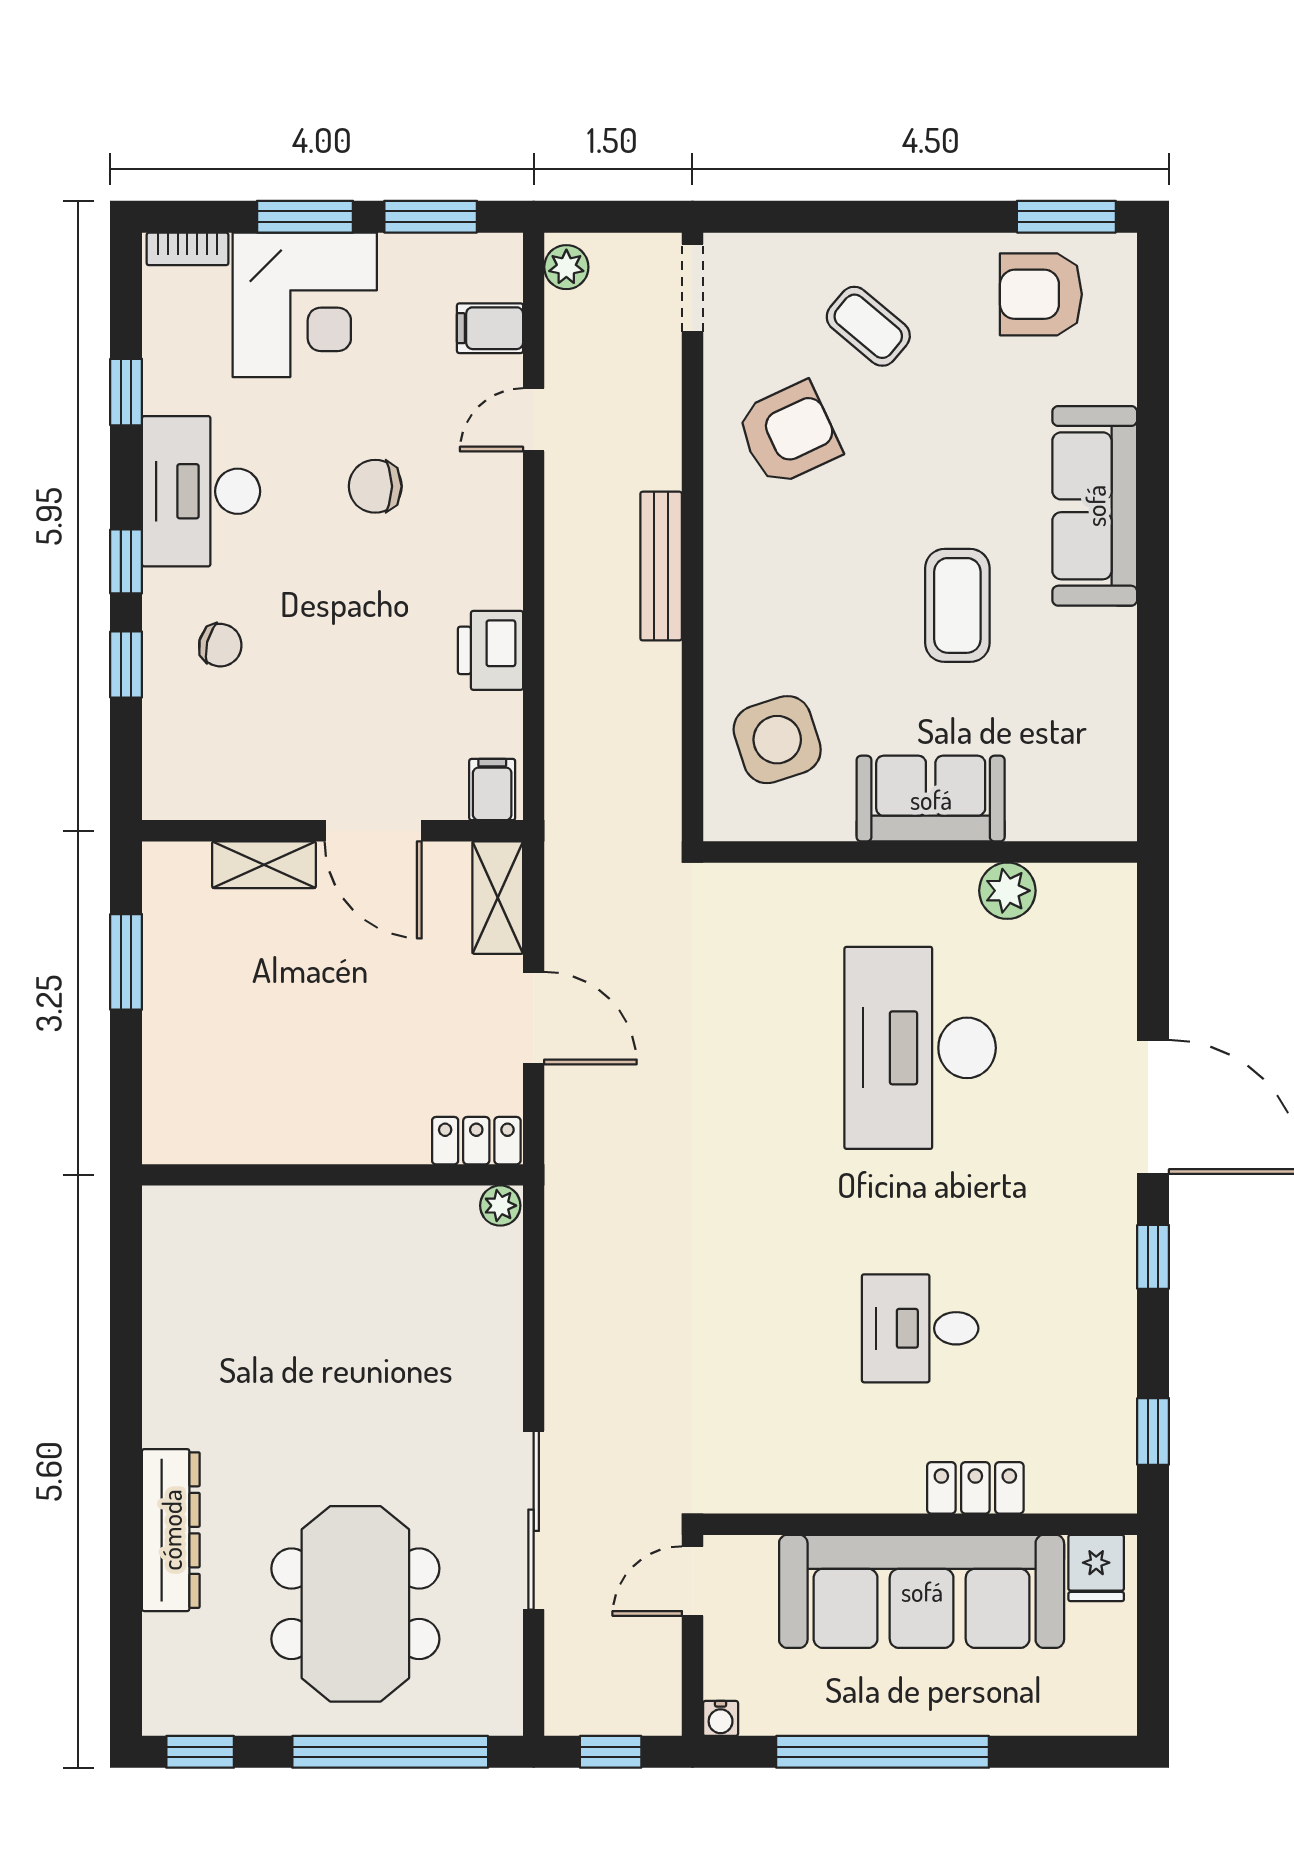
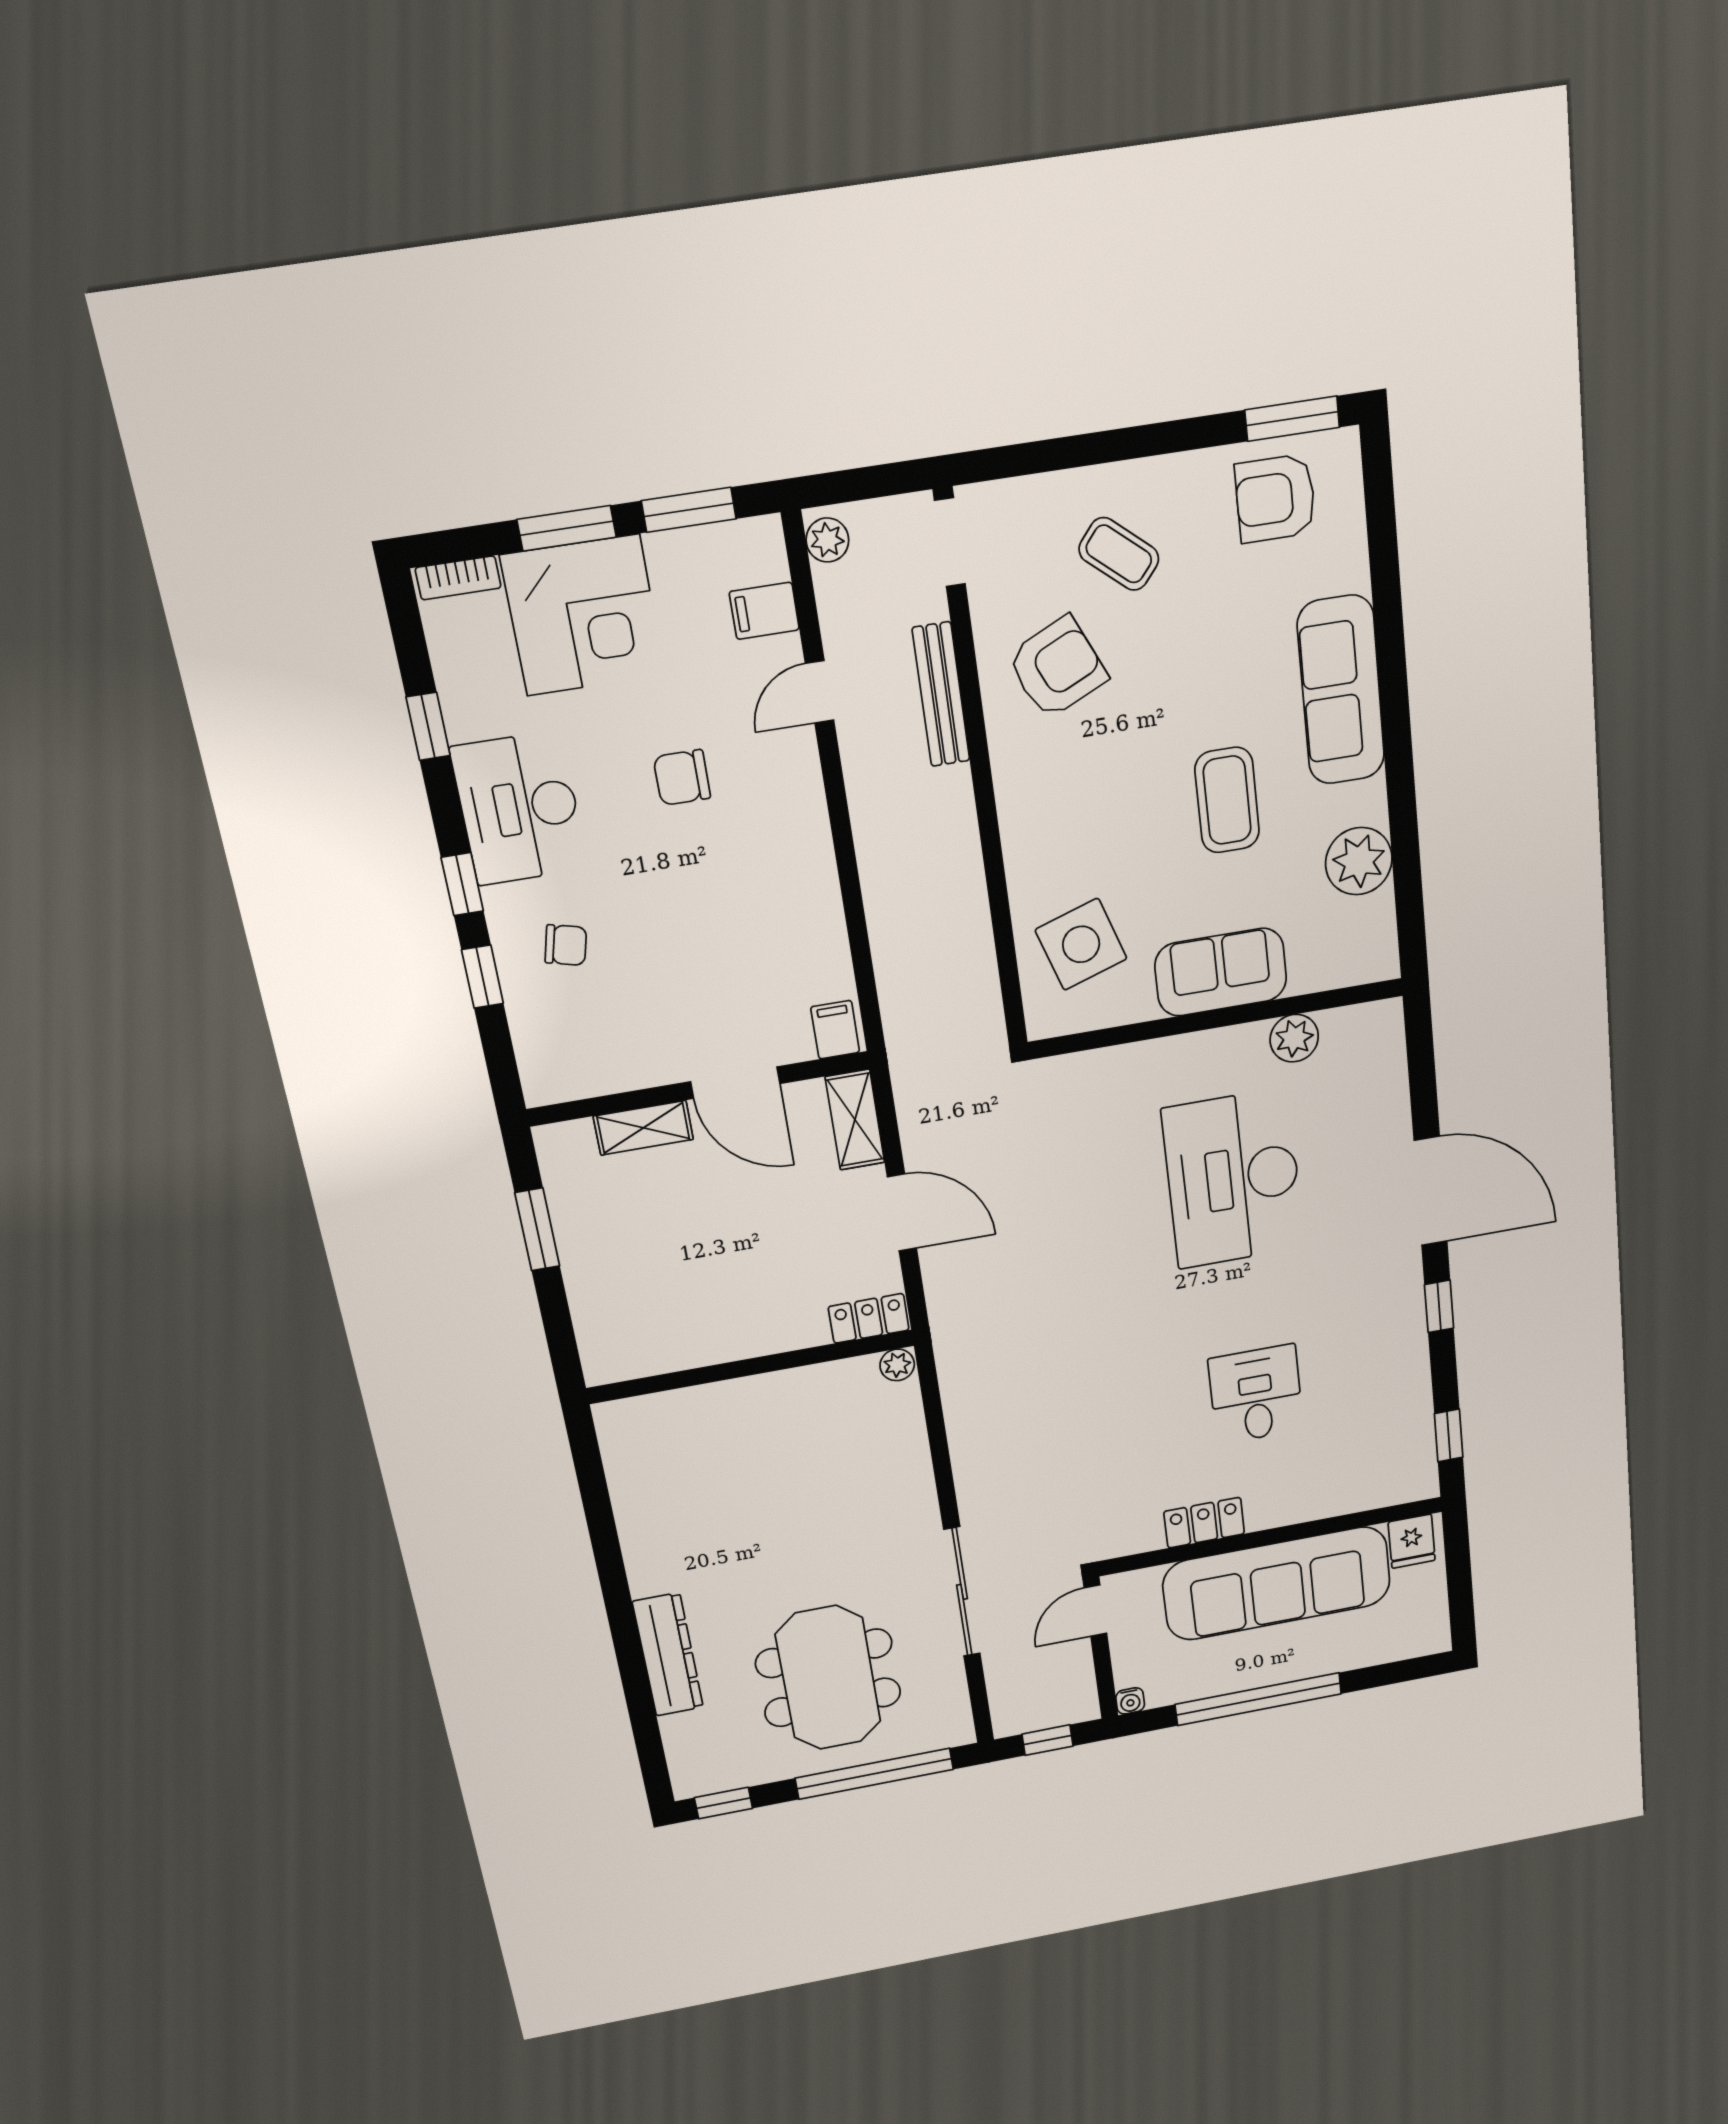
bench: (661, 566) -> (941, 694), moved
printer: (490, 650) -> (814, 909), removed
plant: (1099, 698) -> (1359, 861), added
desk: (920, 1328) -> (1256, 1394), turned 90
locker: (975, 1488) -> (1204, 1523), moved

